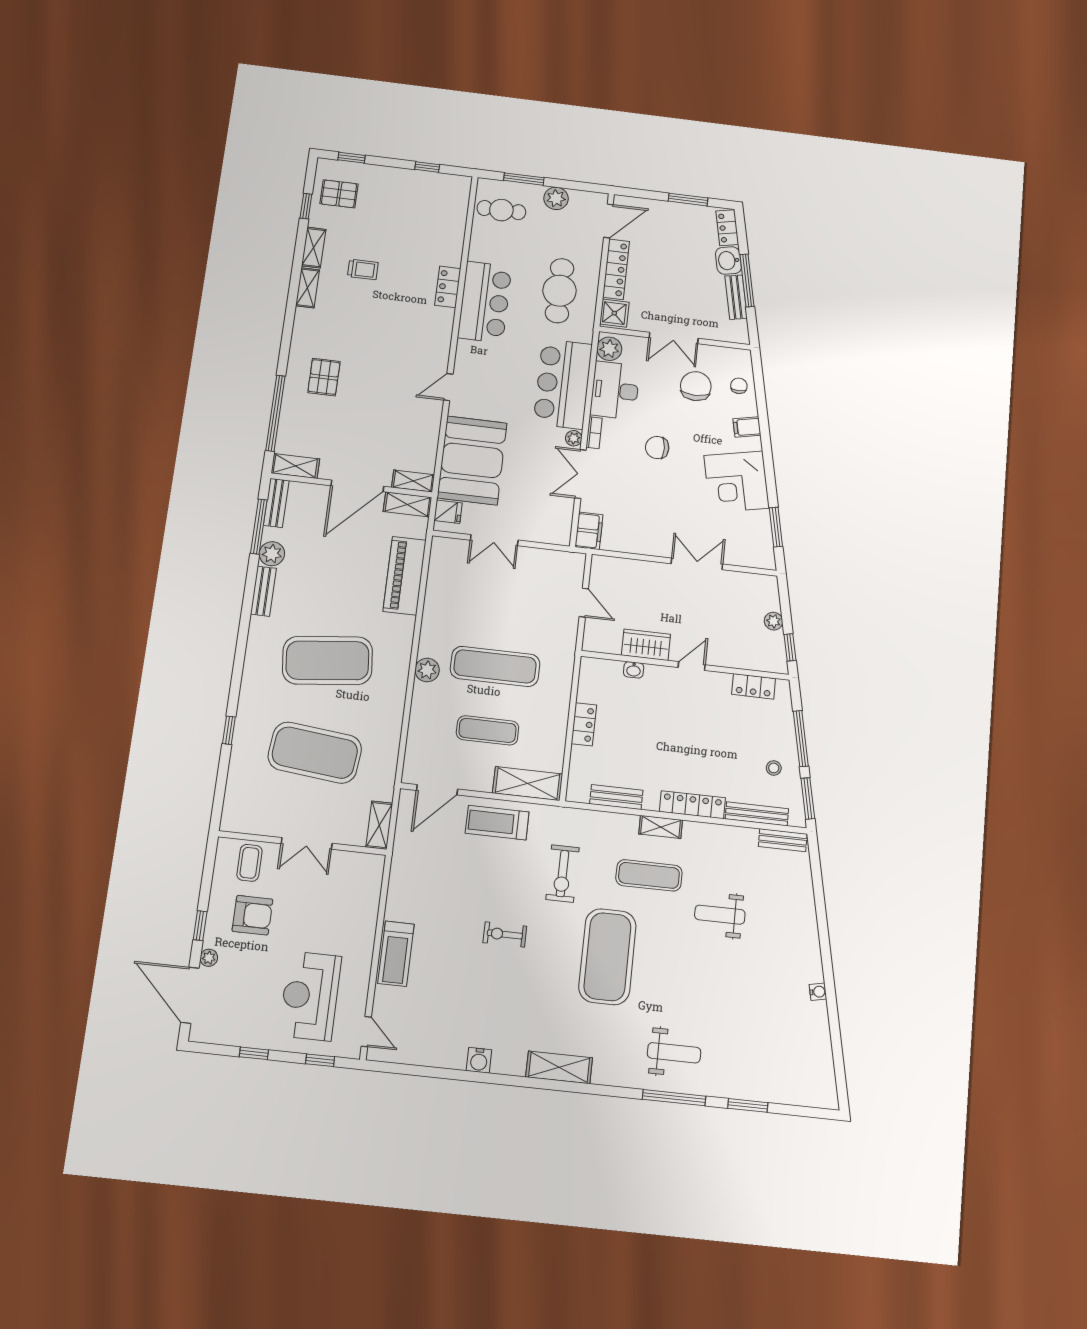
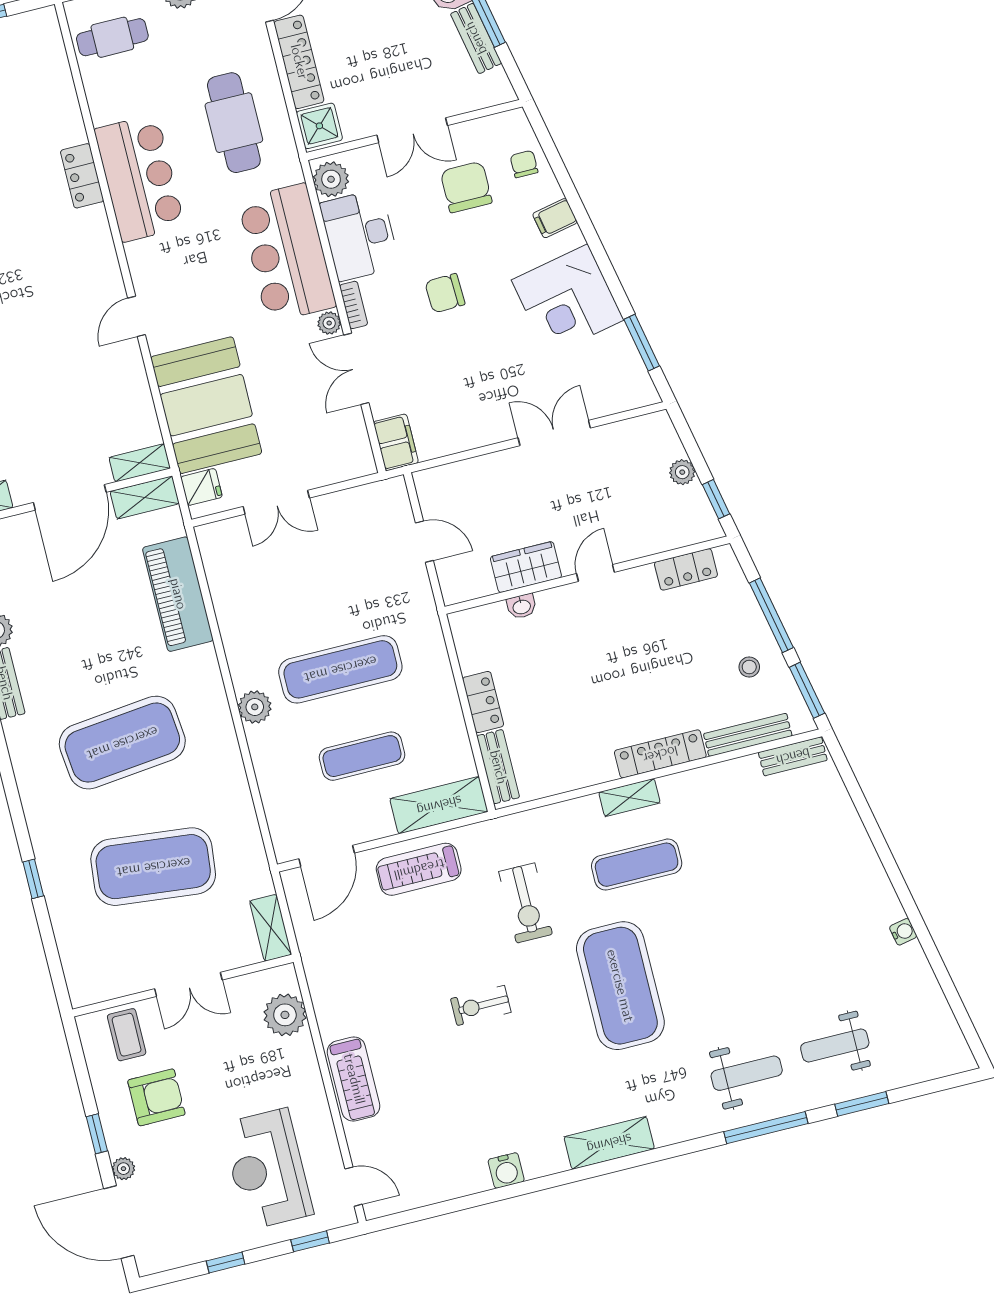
bench: (616, 797) -> (498, 767), moved, turned 90
plant: (365, 890) -> (285, 1015), added
weight bench: (720, 915) -> (835, 1045), moved

